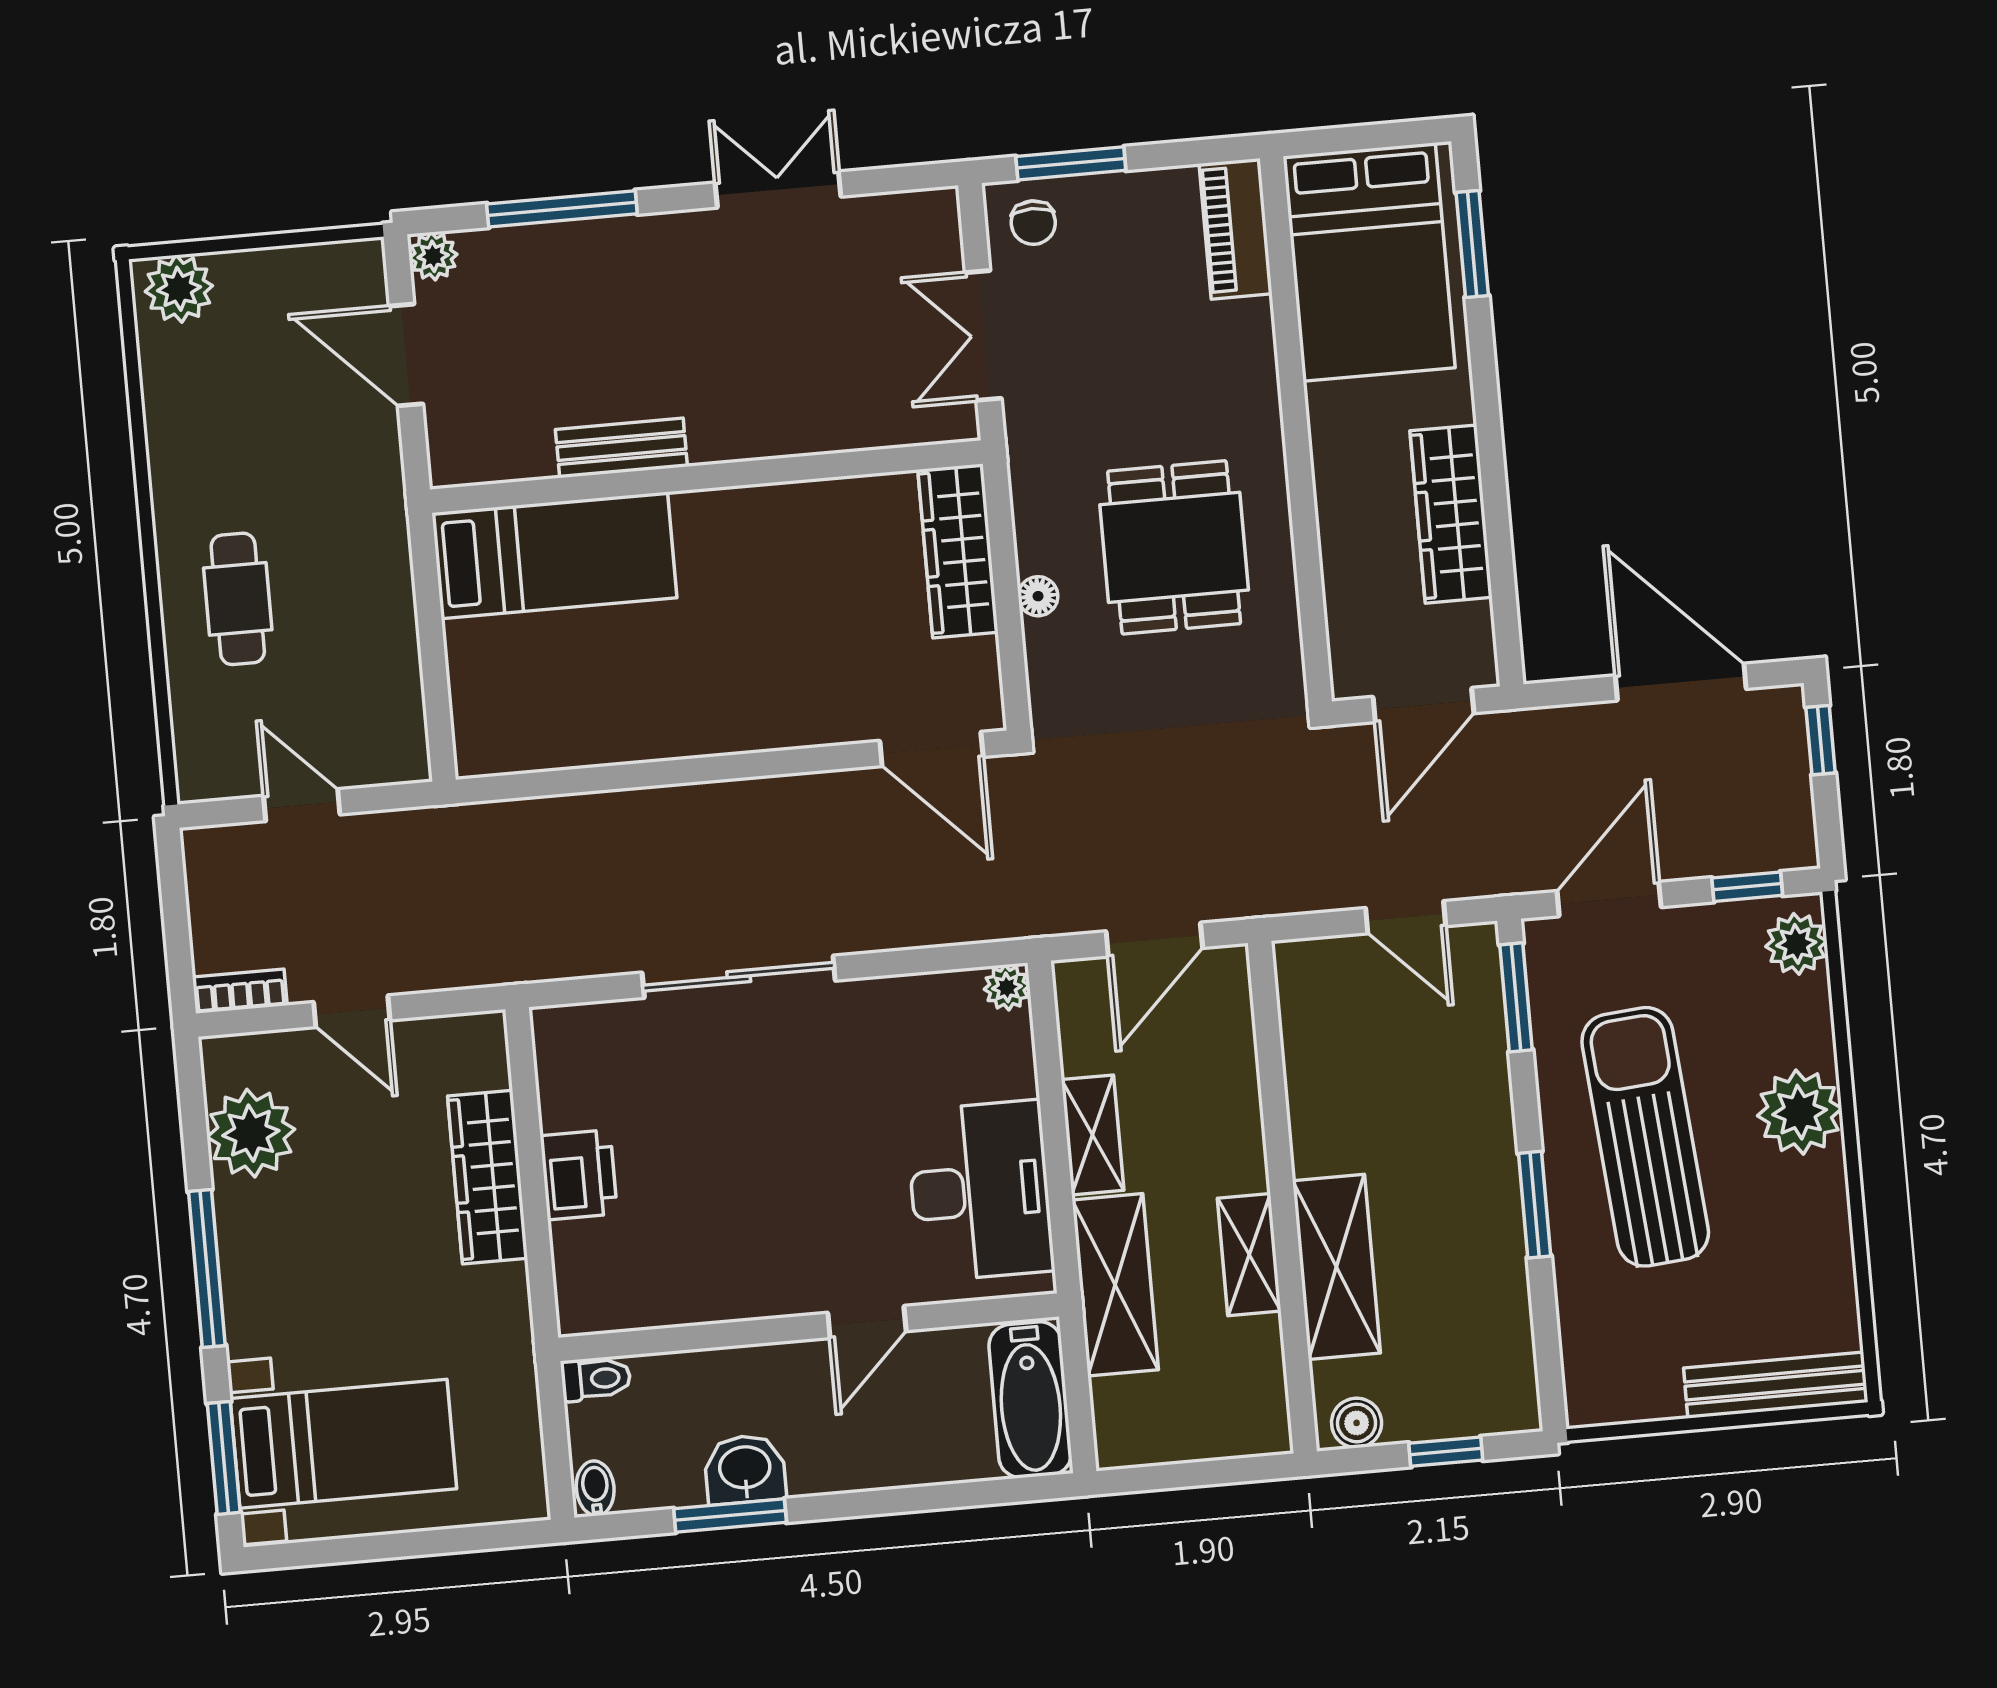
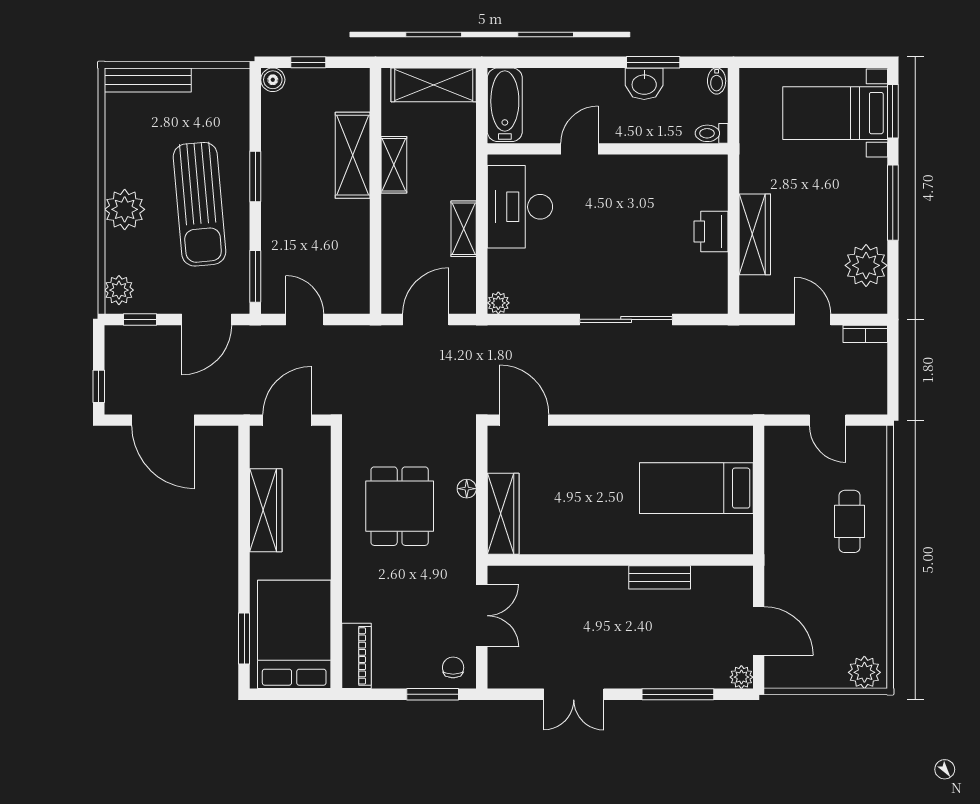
bed: (554, 555) -> (696, 488), moved
shelving: (1115, 1285) -> (434, 85), moved, turned 90
boiler: (1357, 1423) -> (273, 80), moved

